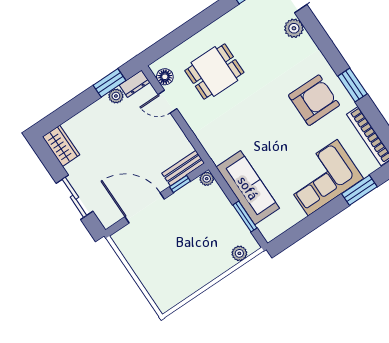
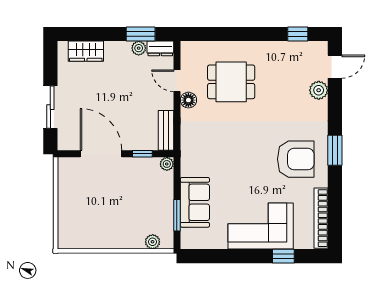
floor lamp: (165, 77) -> (188, 100), moved
window: (352, 85) -> (335, 150), moved
wardrobe: (61, 146) -> (86, 51), moved, turned 90
bench: (183, 168) -> (166, 130), moved, turned 90
sofa: (248, 188) -> (195, 202), width x0.73
window: (359, 190) -> (283, 256), width x0.67

